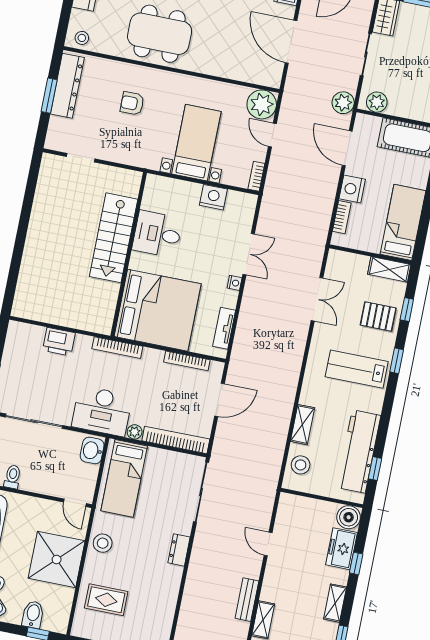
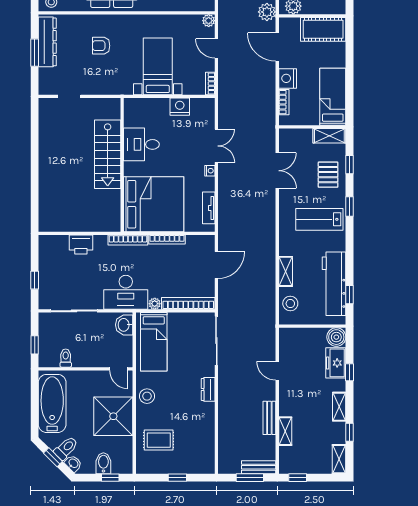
plant: (262, 104) -> (209, 21), width x0.53, depth x0.53
pallet: (378, 317) -> (328, 175), turned 90
bookcase: (187, 361) -> (167, 240), moved

